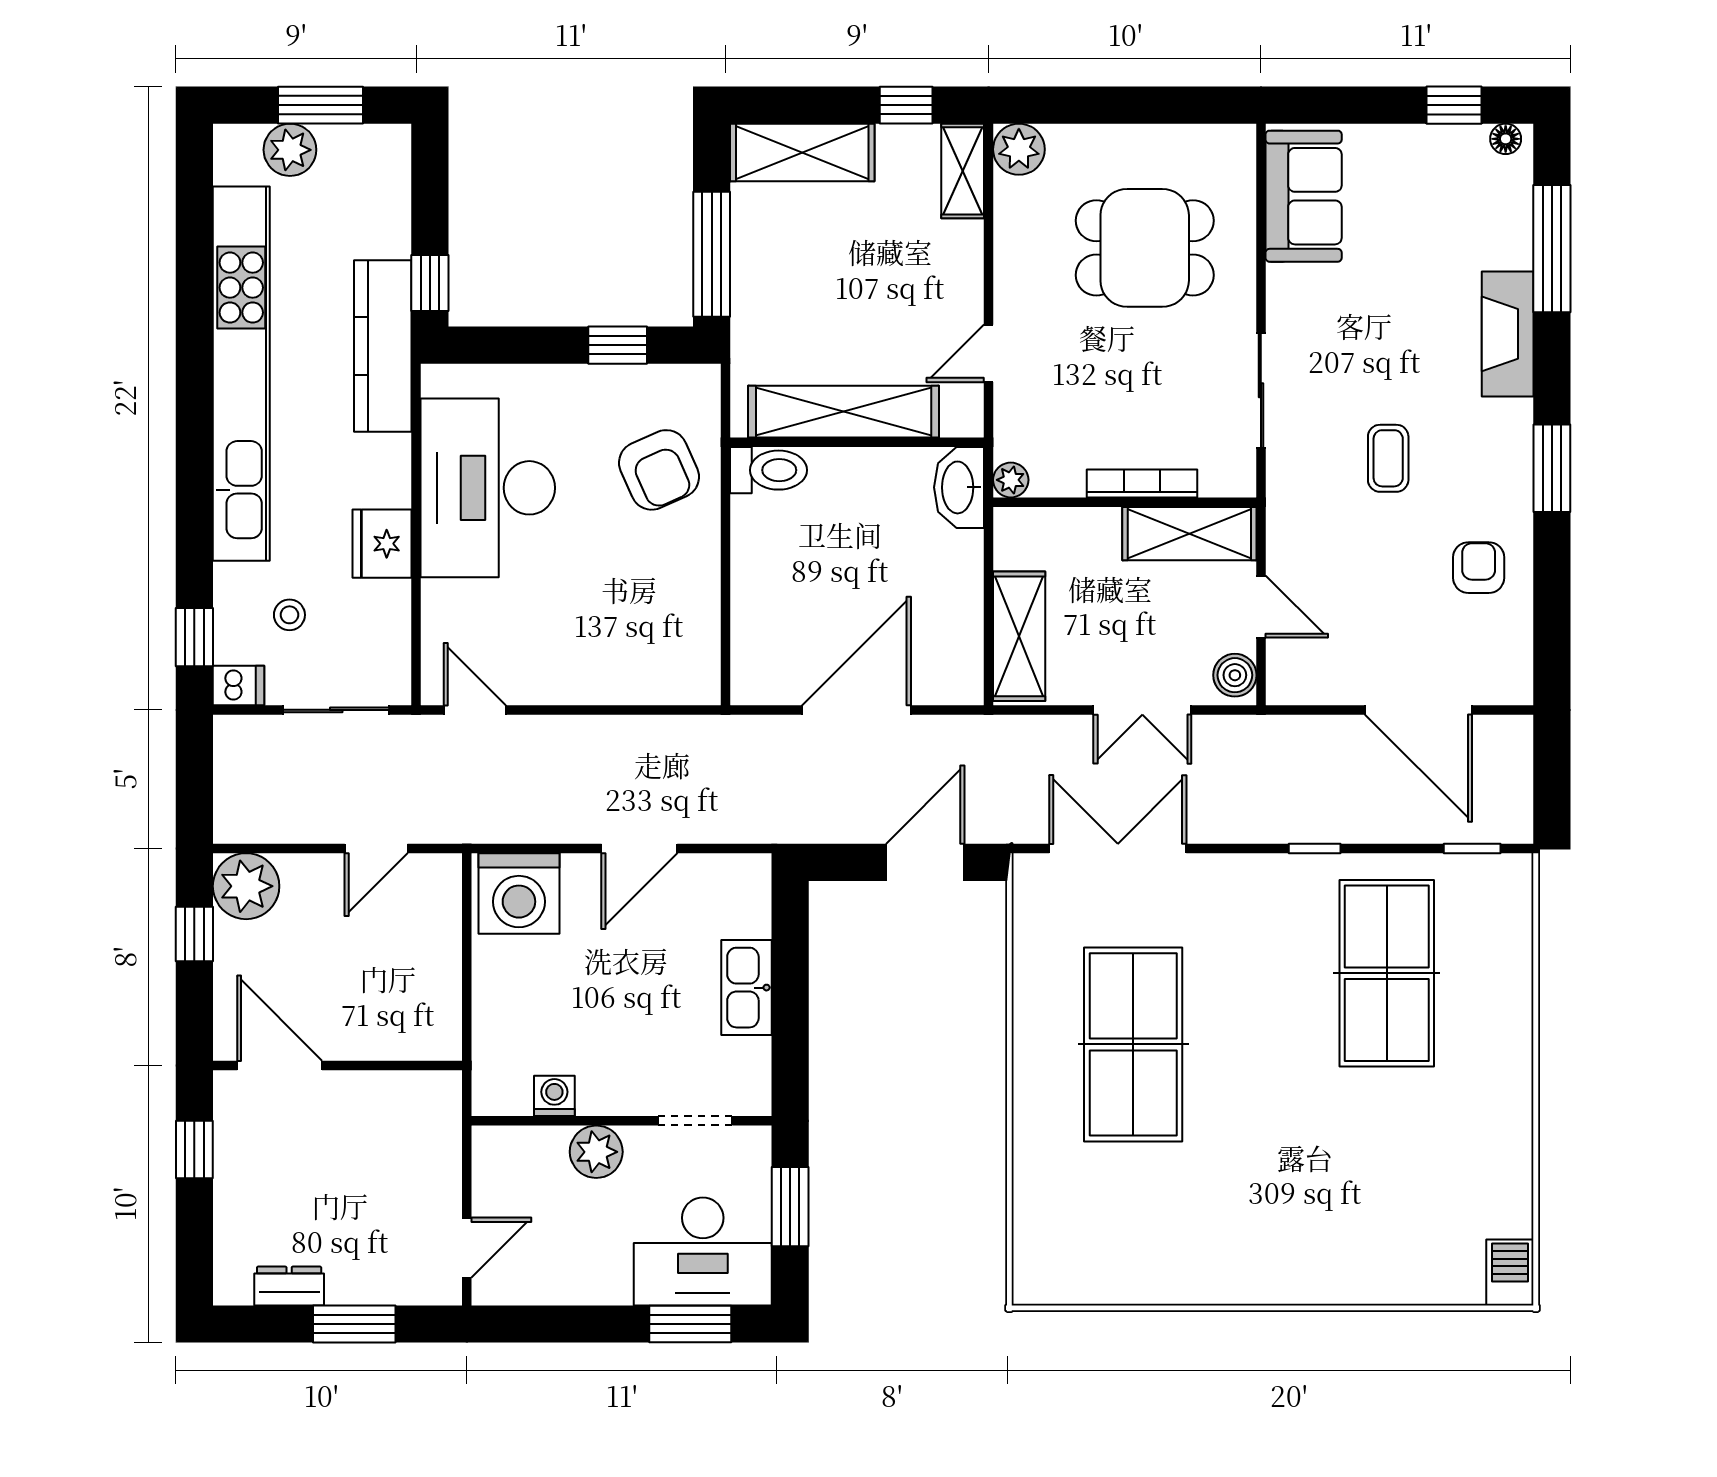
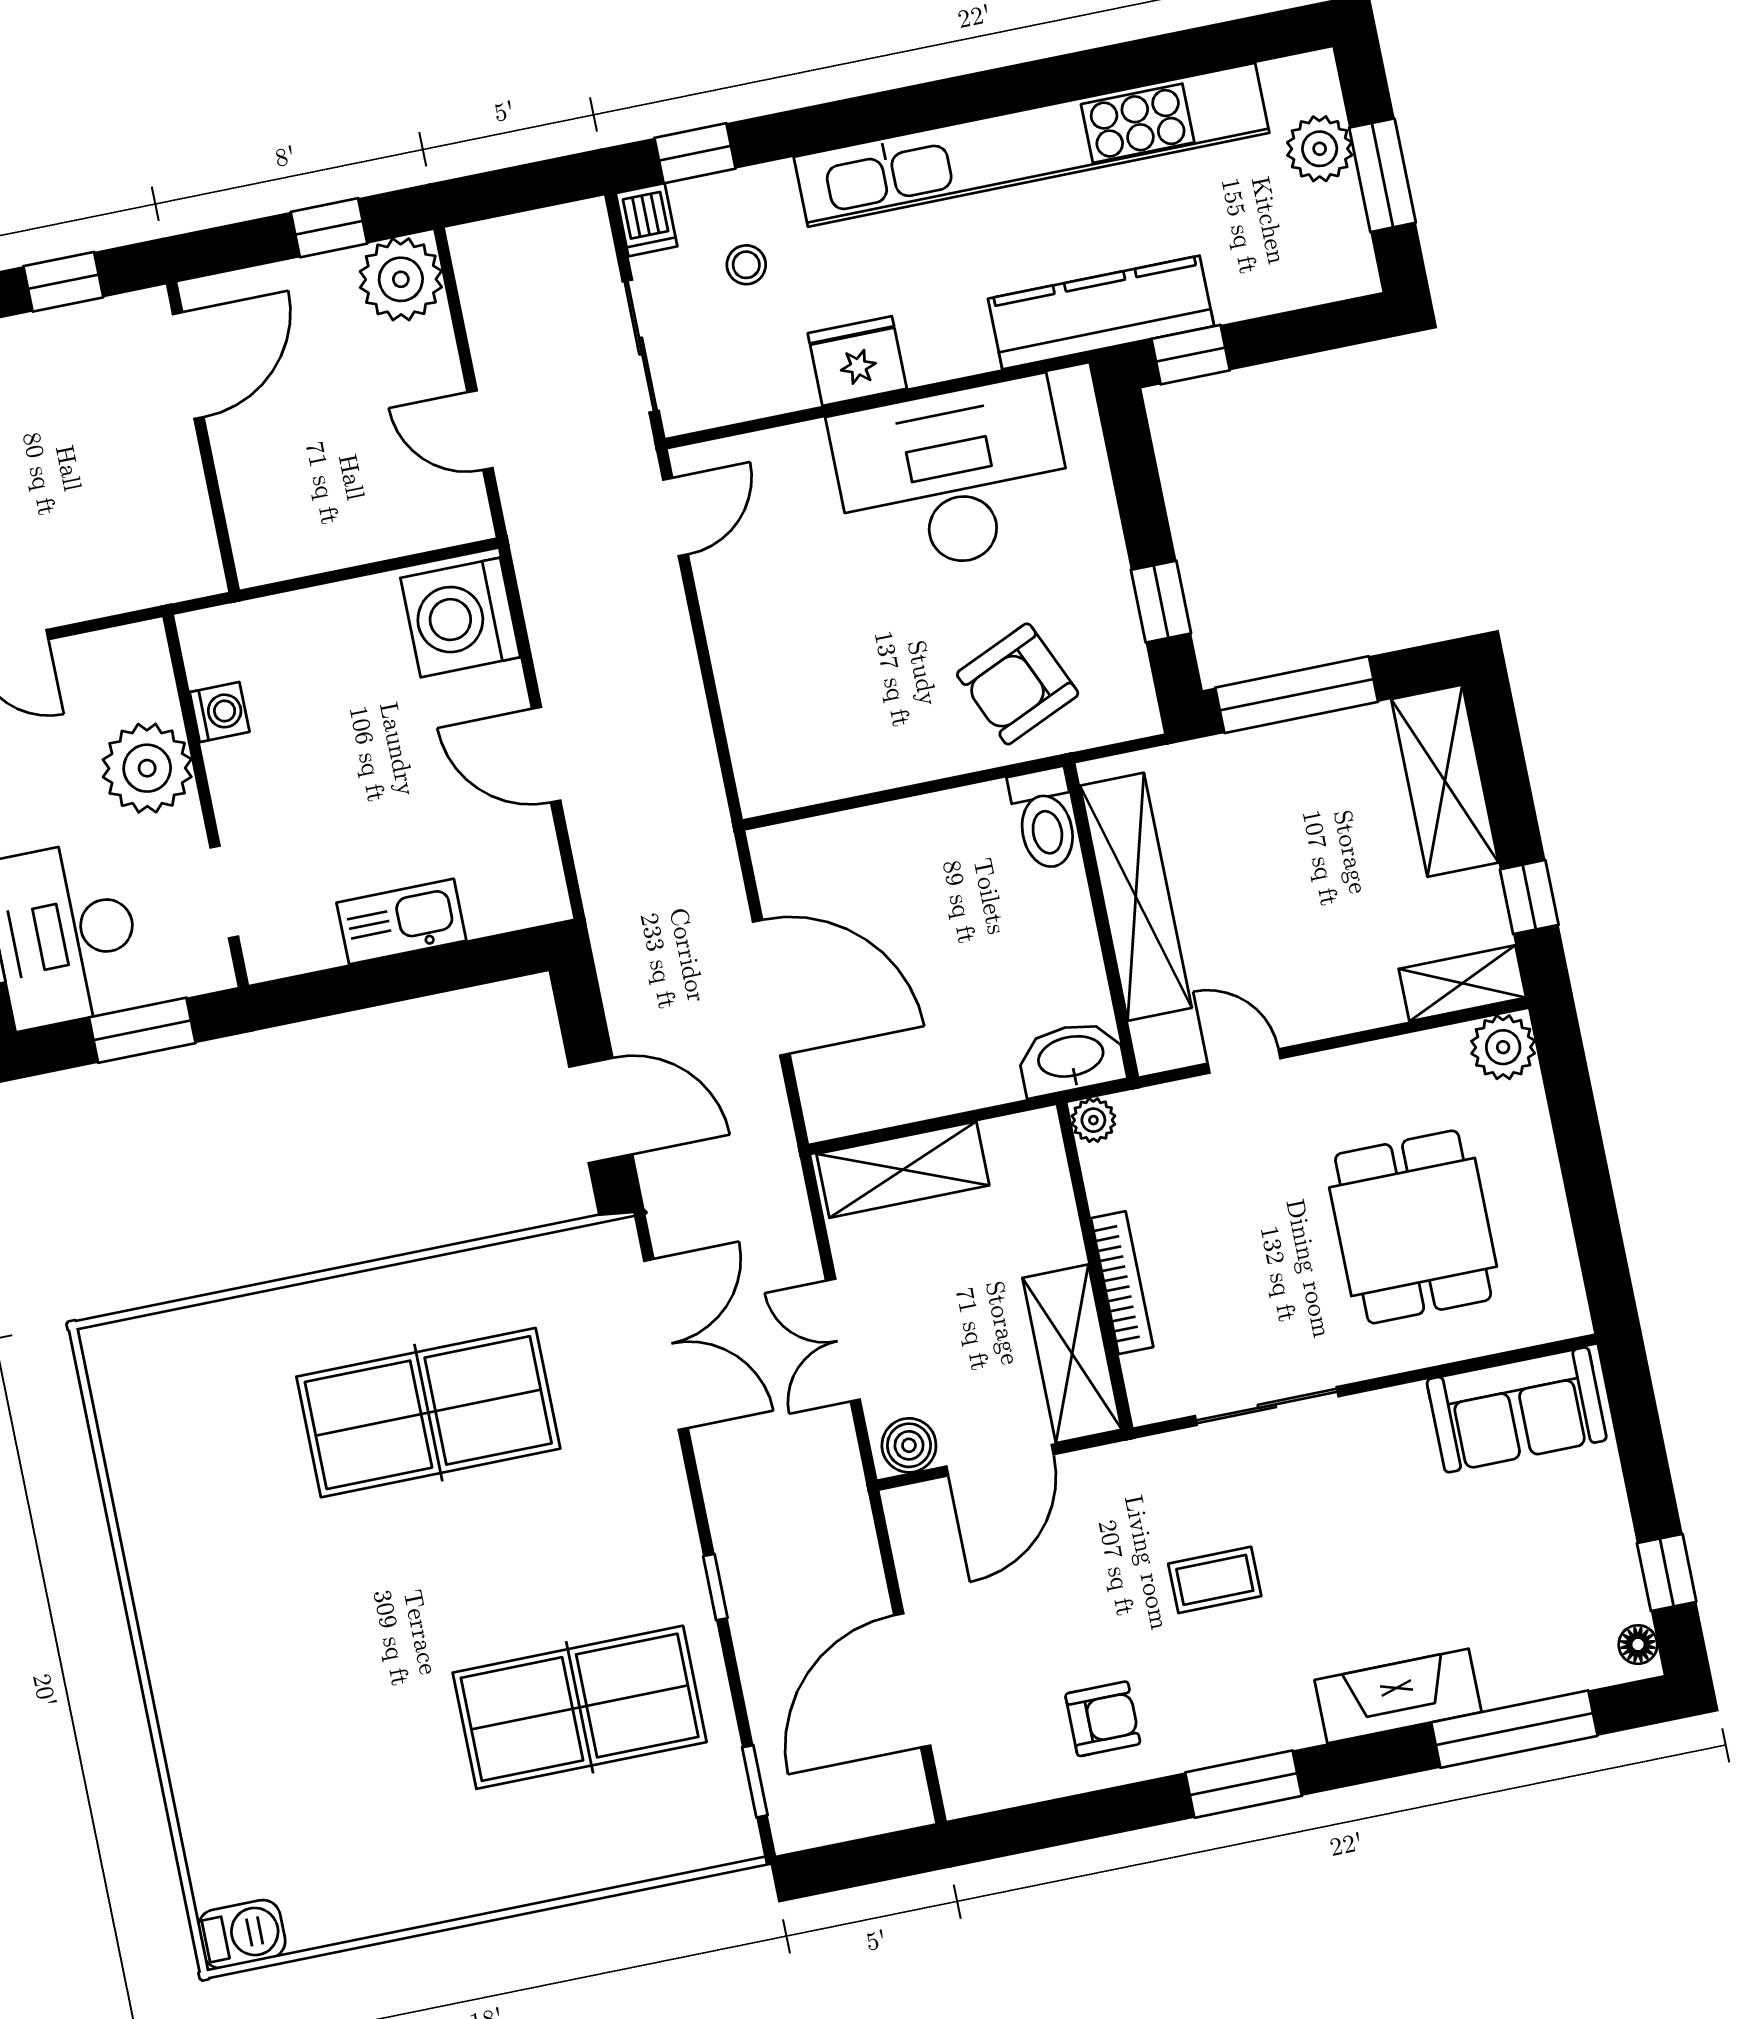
door: (1261, 607) -> (1000, 1460), width x1.38
plant: (596, 1152) -> (147, 768), width x1.36, depth x1.36

